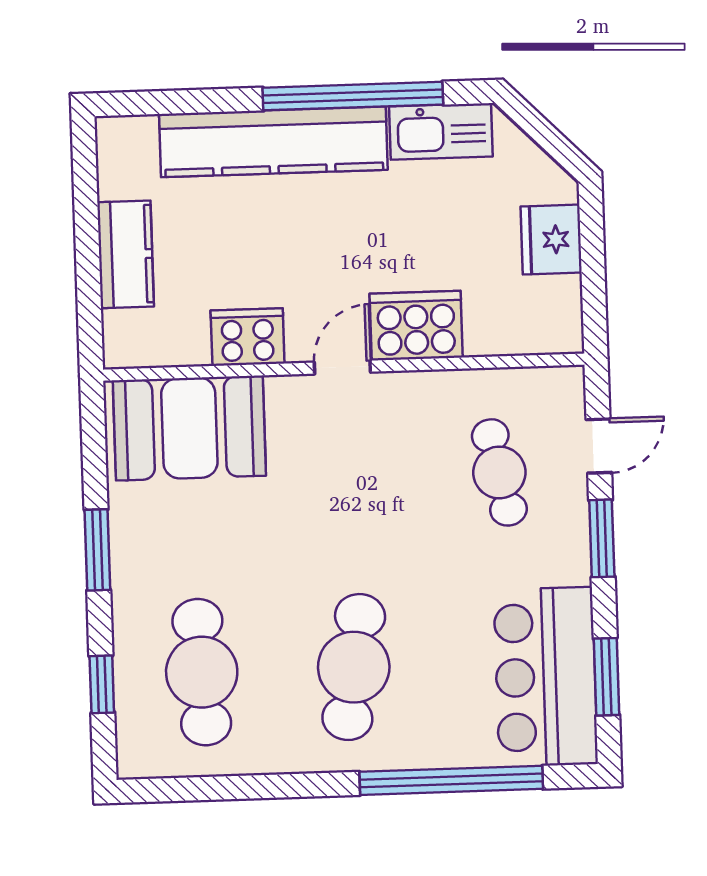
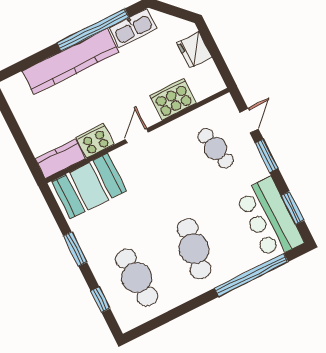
kitchen counter: (126, 254) -> (60, 159), moved, turned -90
cooker: (416, 326) -> (173, 99), moved

